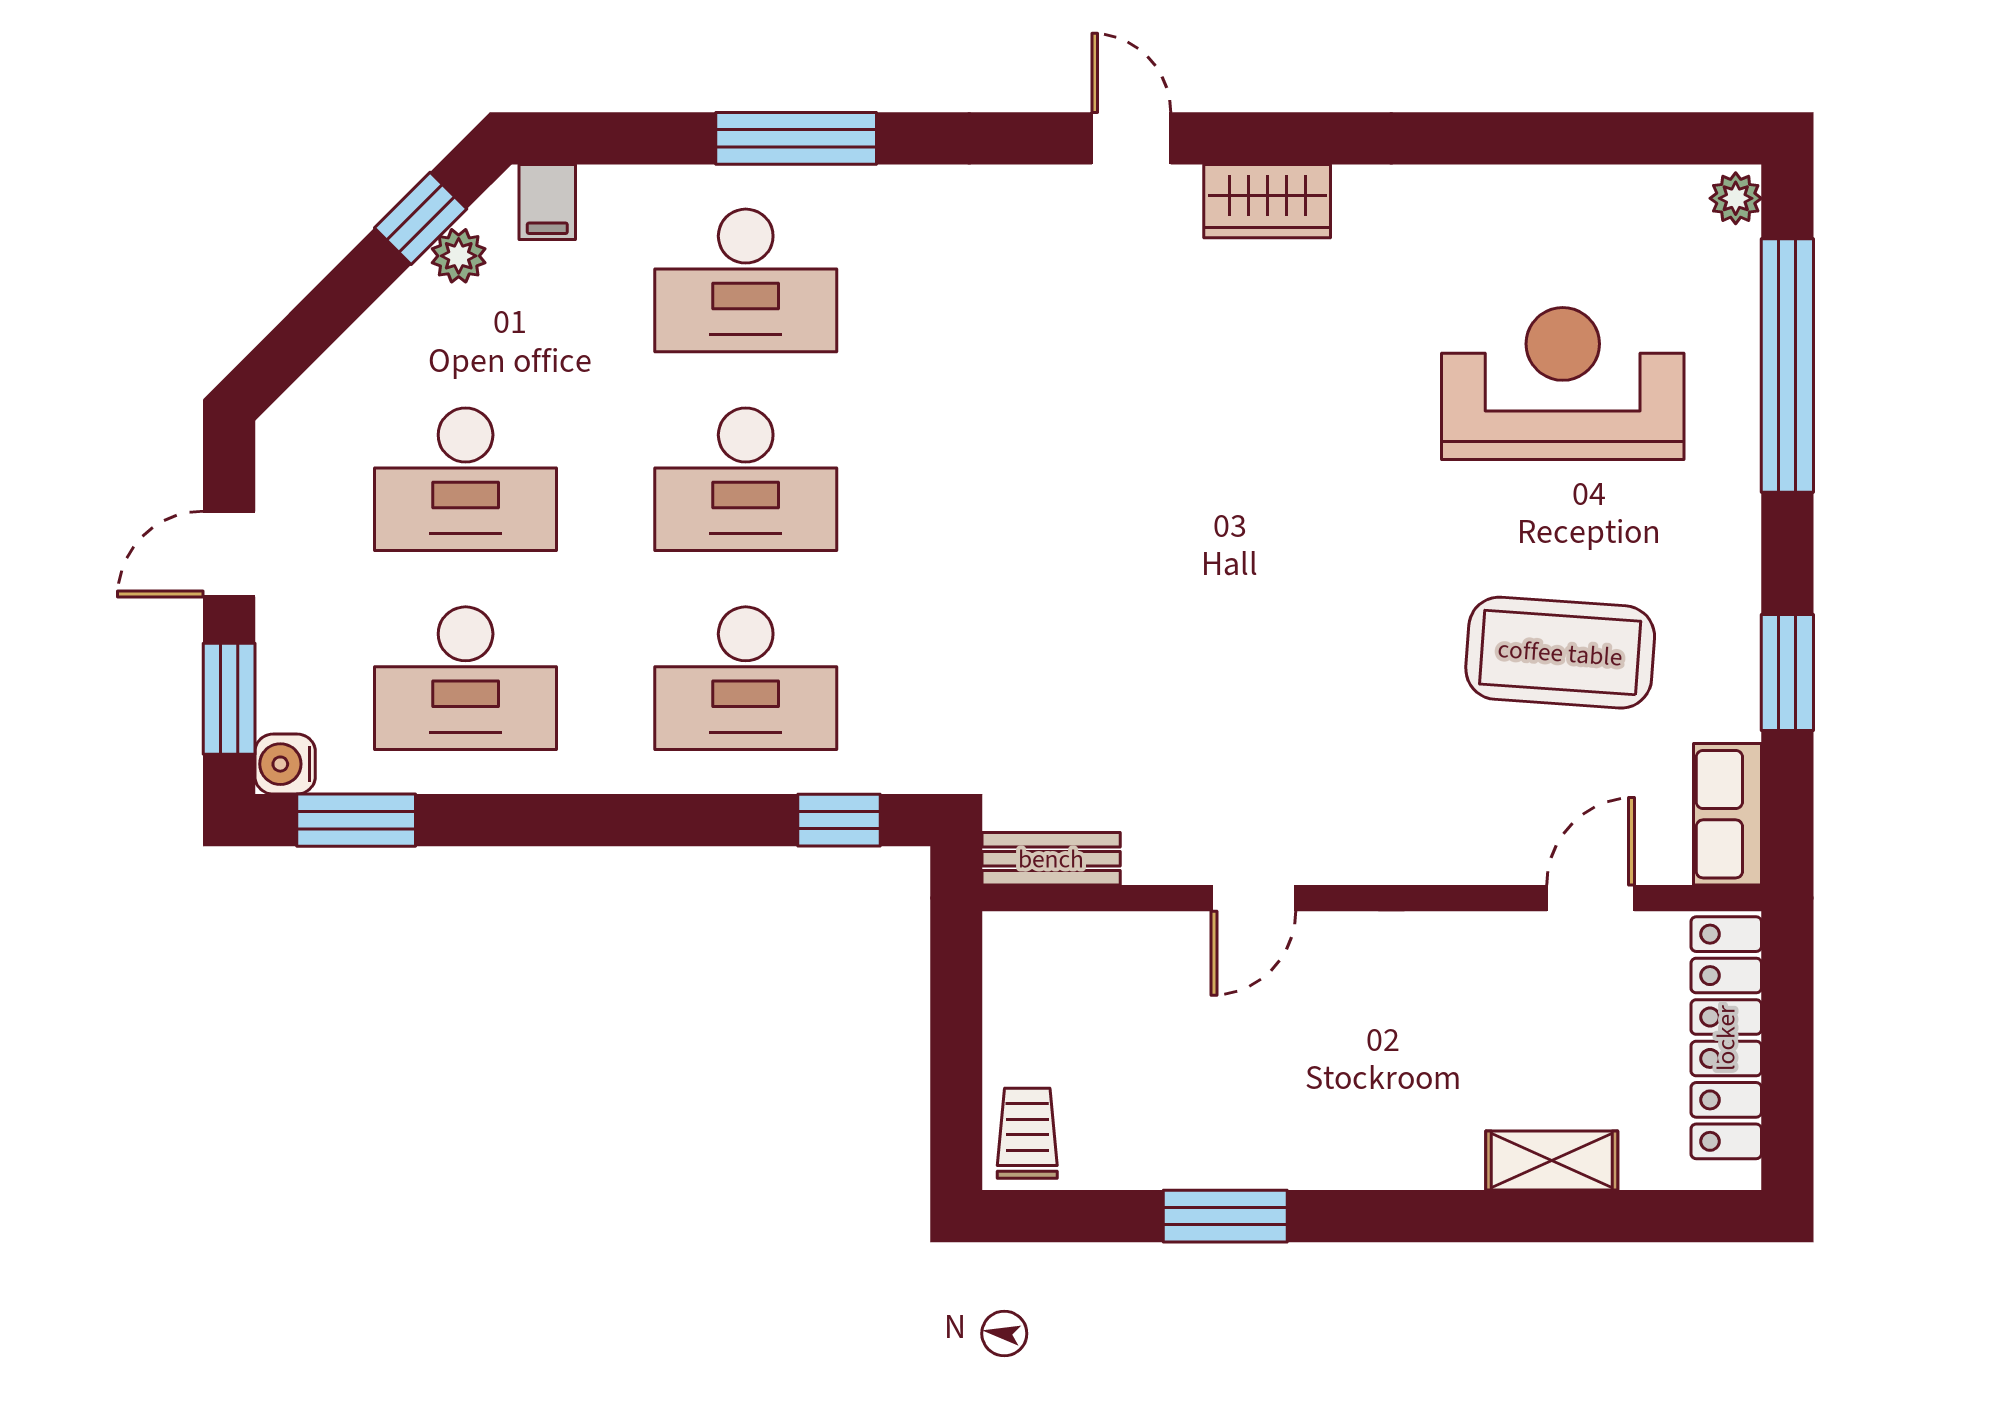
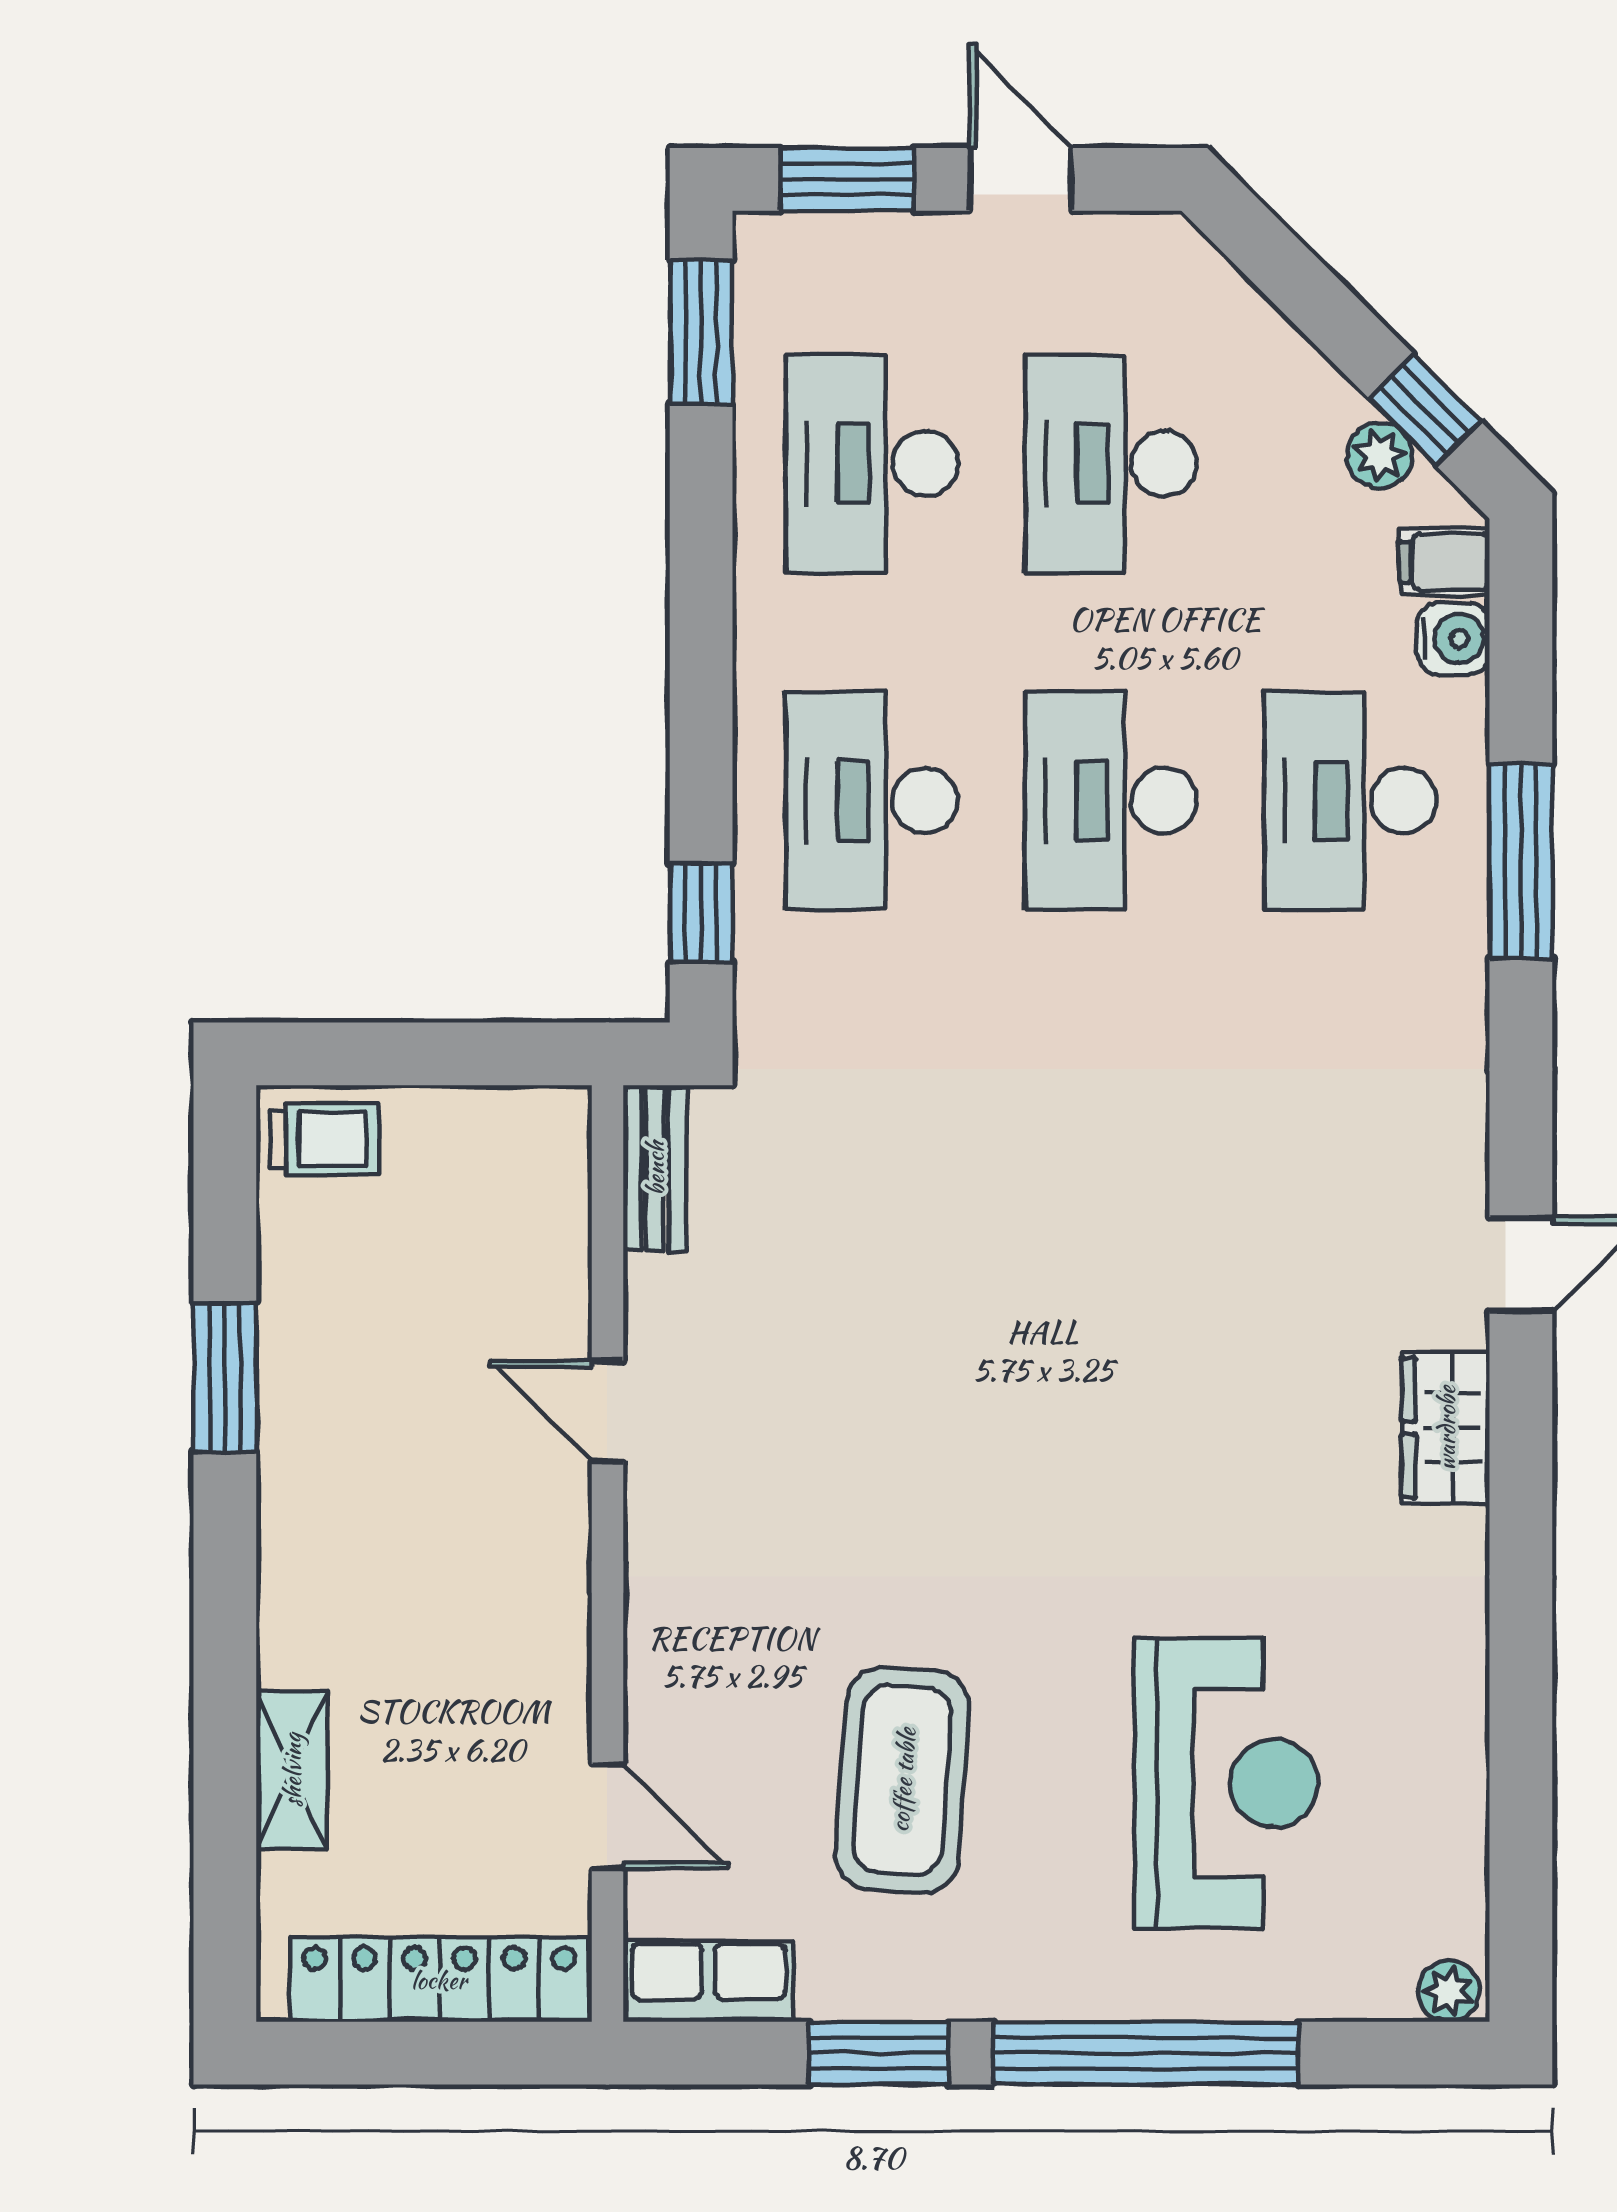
window: (1787, 366) -> (1146, 2053), moved
water cooler: (285, 764) -> (1453, 638), moved, turned 90

